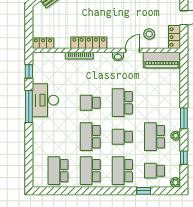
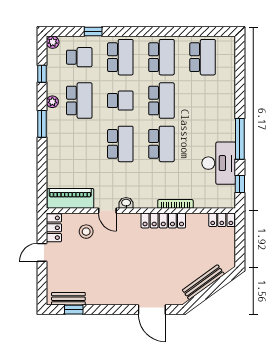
door: (133, 50) -> (107, 211), hinge flipped
desk: (45, 100) -> (219, 163), moved
school desk: (90, 103) -> (161, 144), width x1.85

